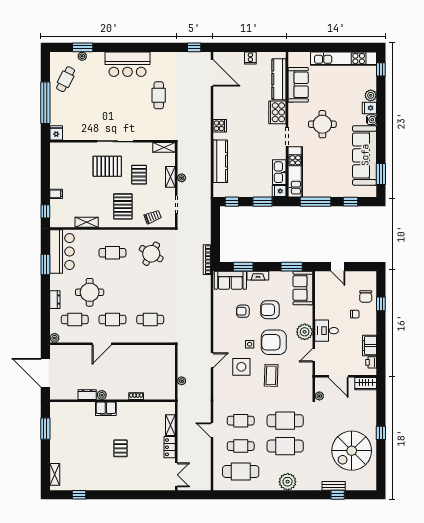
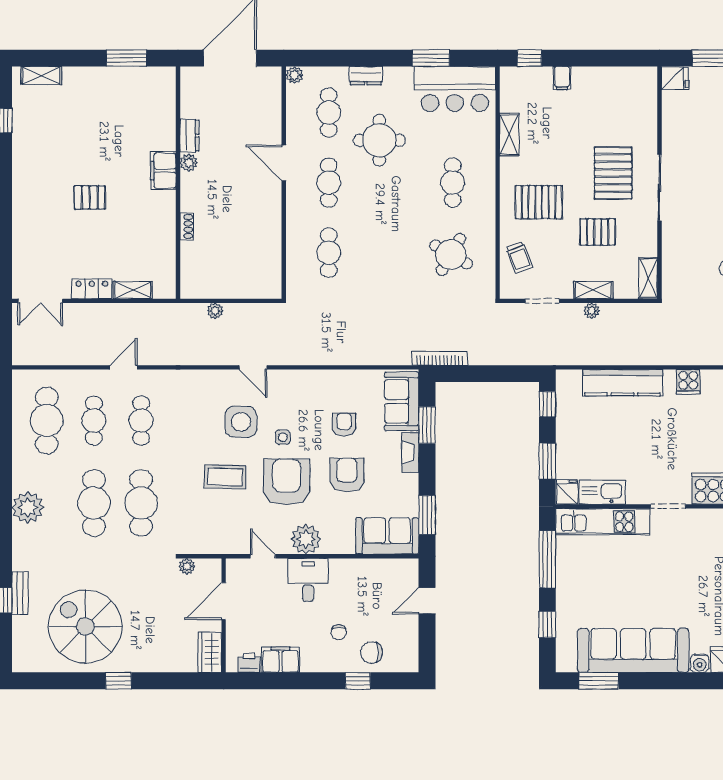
round table: (322, 124) -> (691, 572), removed

